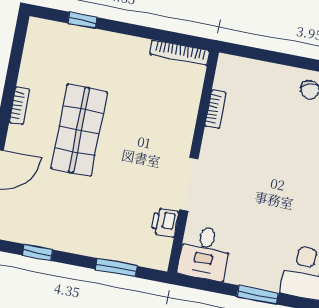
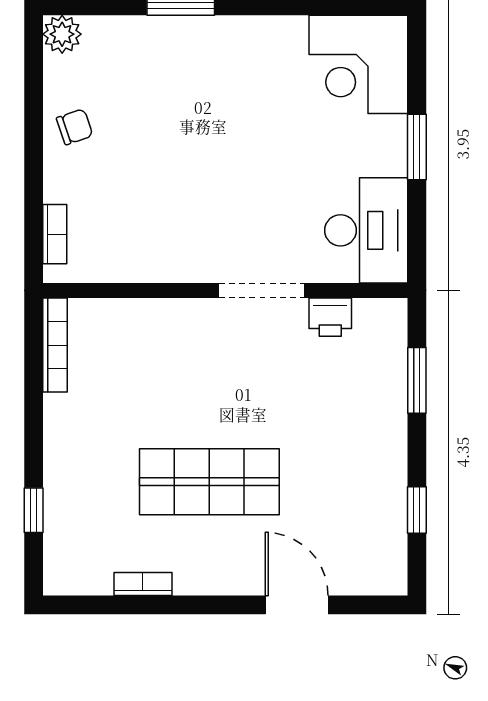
bookcase: (19, 106) -> (143, 584), moved
bookcase: (215, 109) -> (55, 234), moved, turned 90
desk: (204, 253) -> (366, 230), width x1.37

